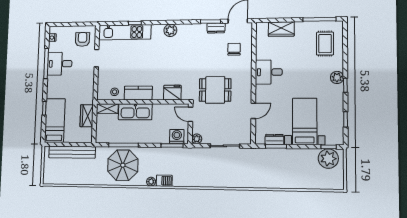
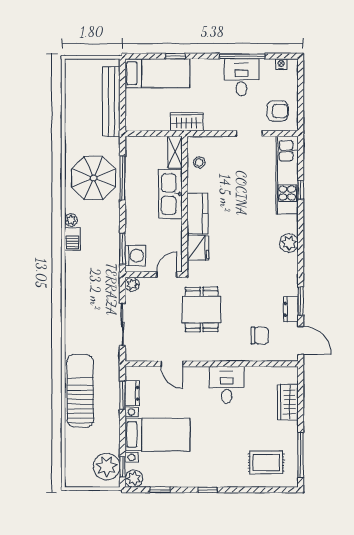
plant: (337, 77) -> (134, 479), moved
kitchen counter: (138, 93) -> (197, 214), moved
wardrobe: (87, 116) -> (187, 122), moved
sun lounger: (272, 177) -> (80, 391), added

